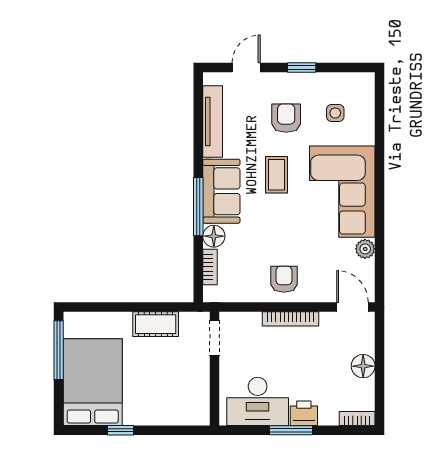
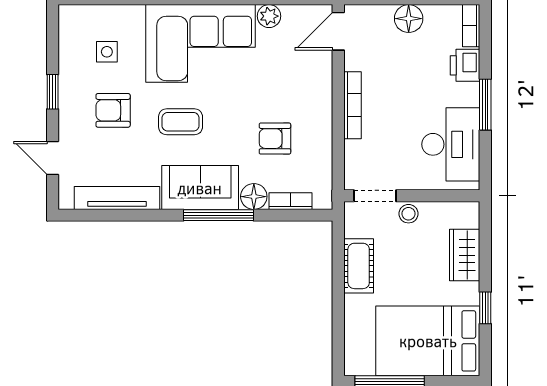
armchair: (284, 279) -> (275, 139), moved
stool: (199, 366) -> (408, 214), added
wardrobe: (165, 413) -> (465, 255), added
printer: (304, 413) -> (465, 65), moved

